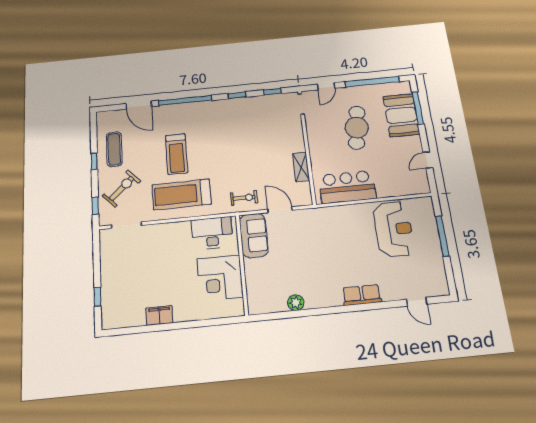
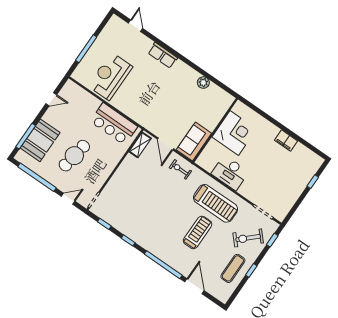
shelving: (301, 167) -> (140, 145), moved
desk: (212, 233) -> (230, 173), moved

